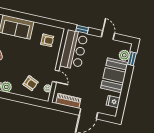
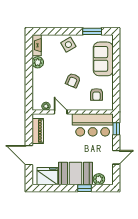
window: (132, 59) -> (85, 188), moved
door: (56, 76) -> (61, 112), swing flipped
armchair: (31, 83) -> (73, 80), moved
fridge: (113, 102) -> (47, 176), width x1.88, depth x1.34

